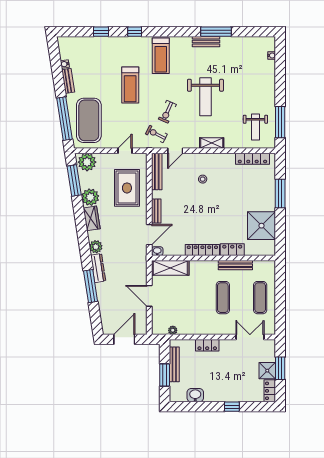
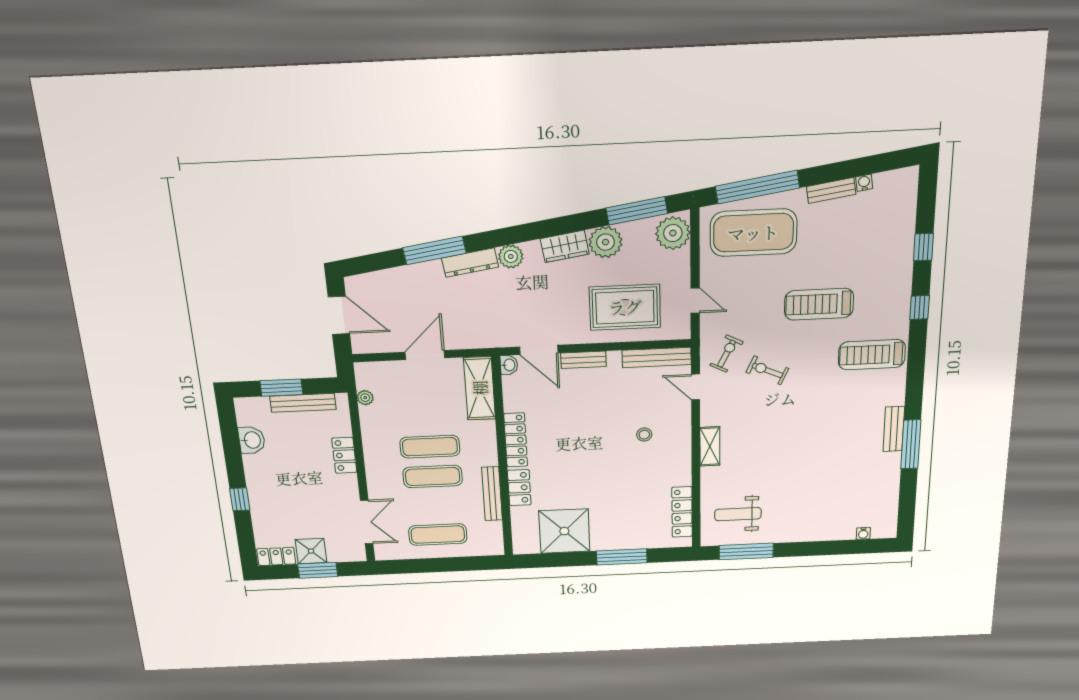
weight bench: (205, 97) -> (794, 433), removed
exercise mat: (204, 298) -> (430, 447), added

